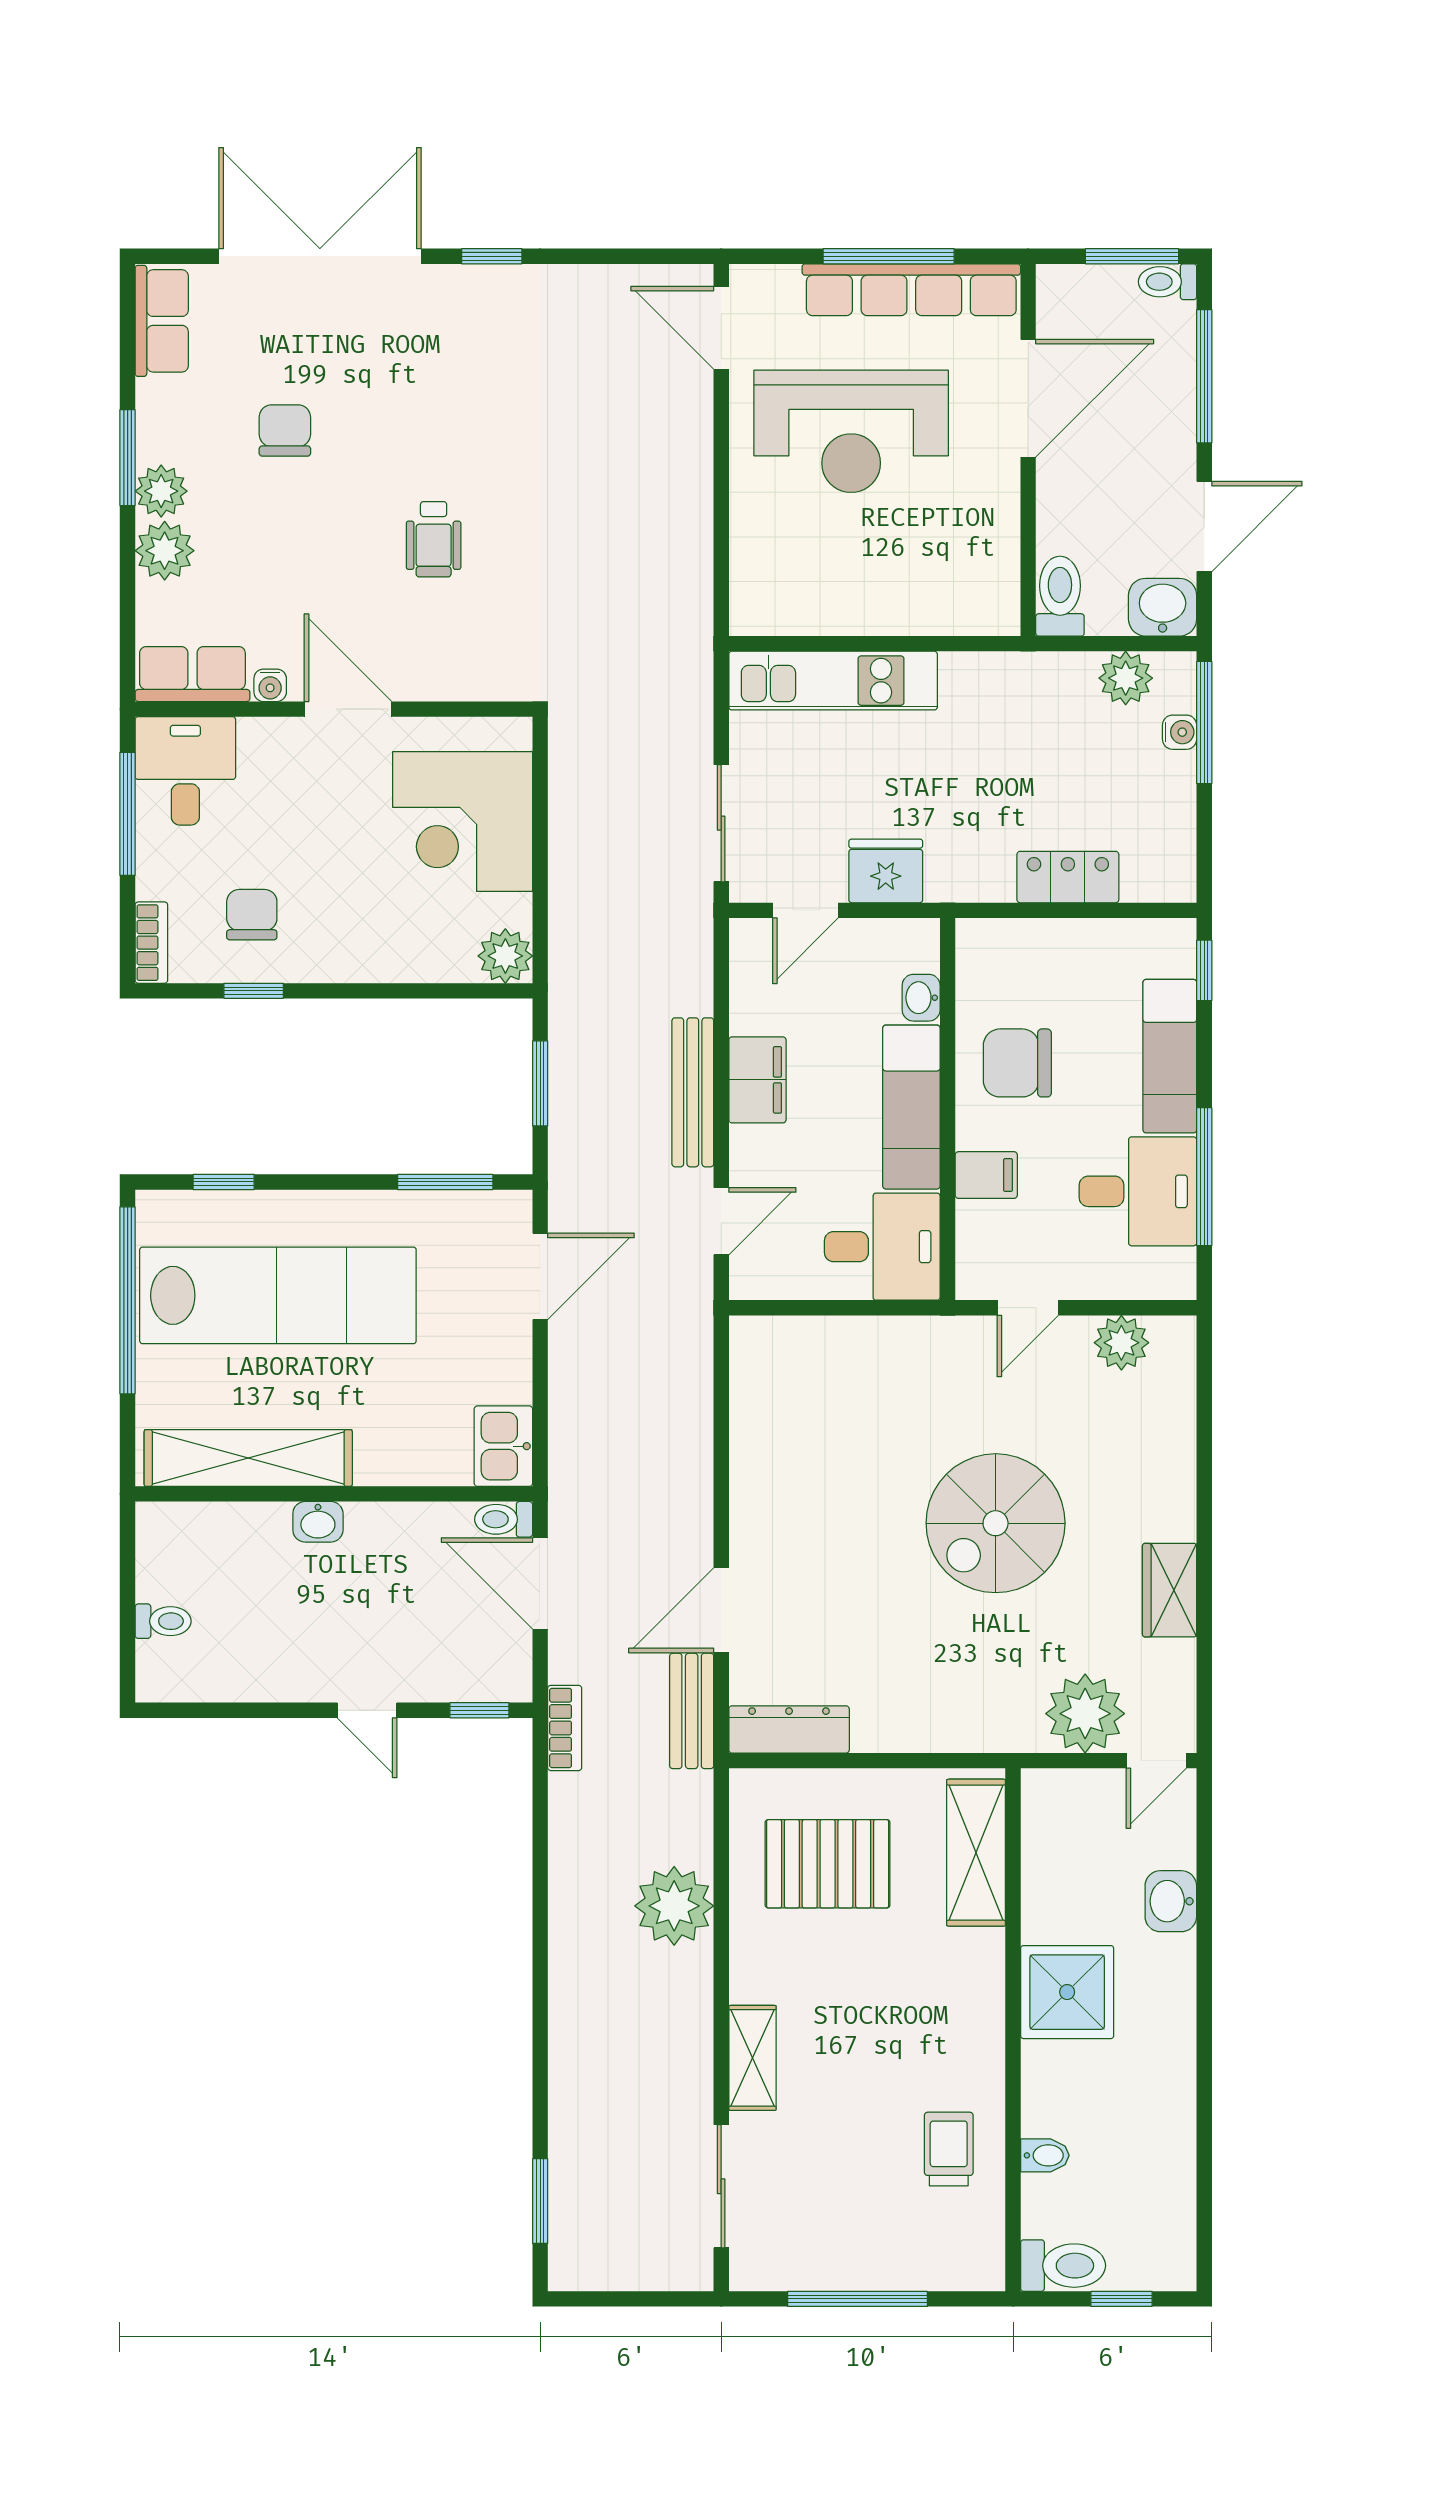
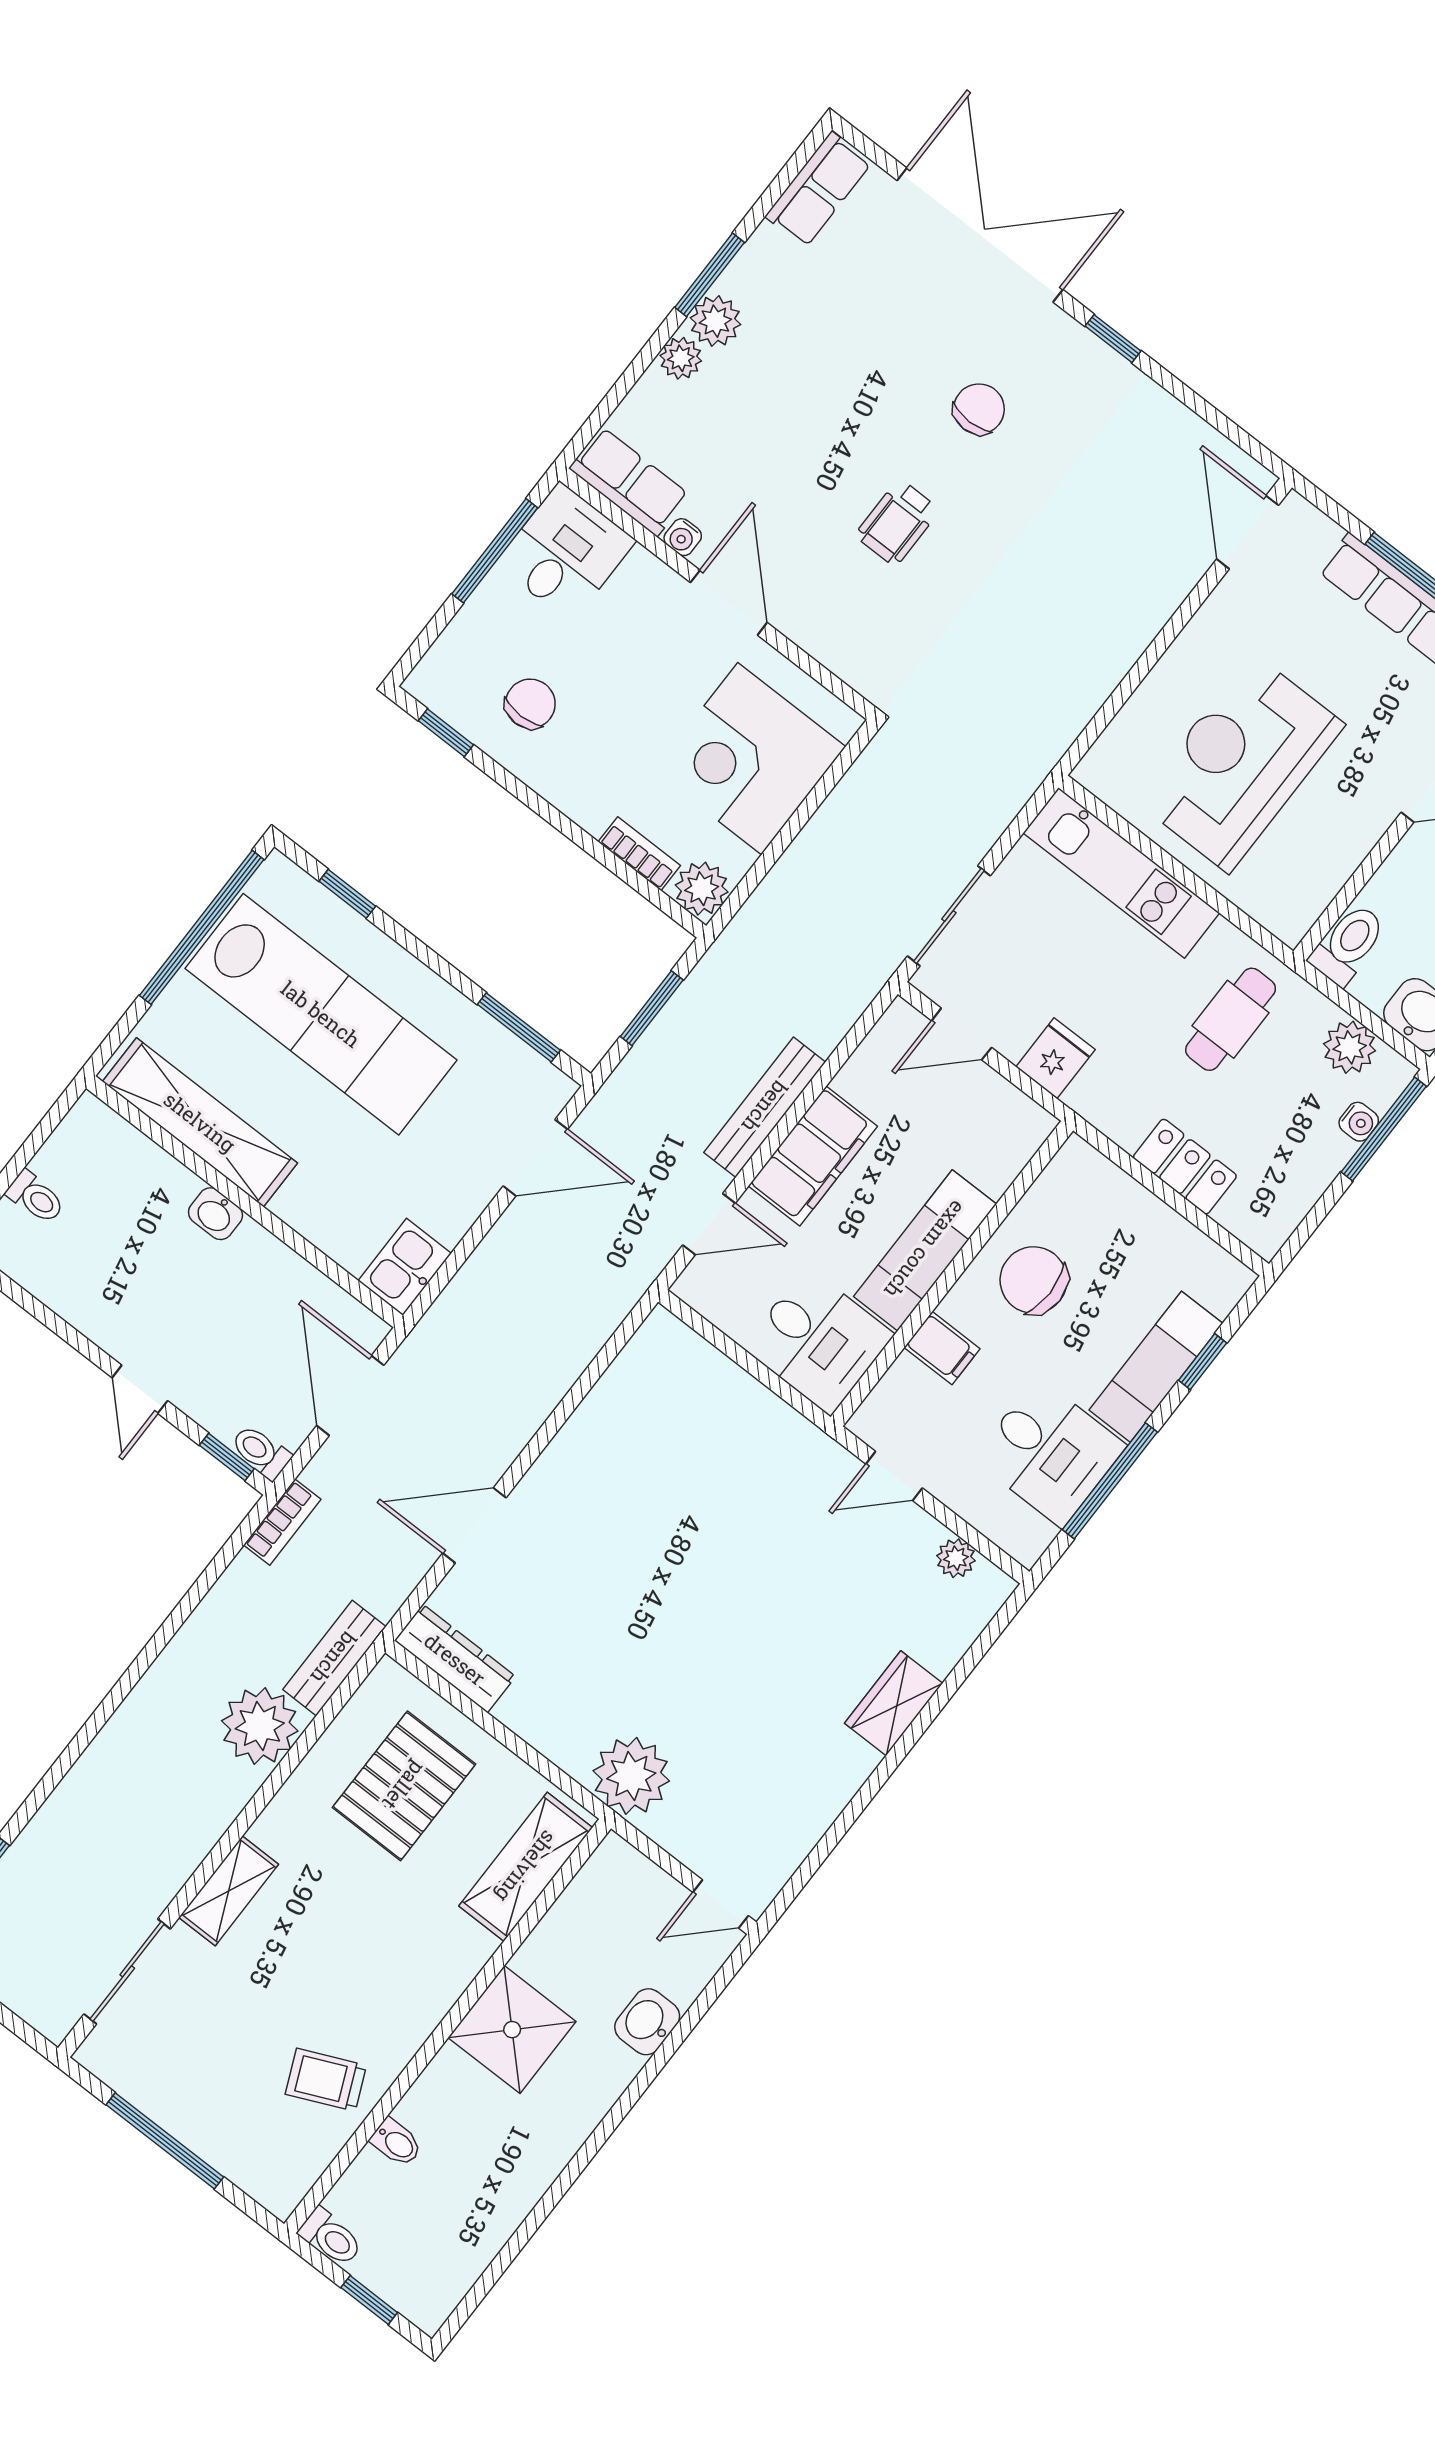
chair: (285, 430) -> (979, 409), moved
reception desk: (851, 431) -> (1240, 763), moved, turned 90
plant: (165, 551) -> (681, 358), width x0.73, depth x0.73
cafe table: (1012, 730) -> (1231, 1019), added
fridge: (886, 871) -> (1055, 1058), width x0.72
bookcase: (151, 943) -> (639, 854), moved, turned -90
window: (1204, 970) -> (1203, 1362), moved
window: (254, 991) -> (446, 733), moved
washbasin: (921, 998) -> (999, 1172), removed
filing cabinet: (757, 1080) -> (813, 1156), width x1.50, depth x1.17
plant: (1121, 1343) -> (956, 1558), width x0.73, depth x0.73
toilet: (504, 1519) -> (261, 1452), moved
spiral stairs: (996, 1523) -> (739, 1623), removed
wardrobe: (1170, 1590) -> (894, 1703), moved
bench: (692, 1711) -> (334, 1658), moved
plant: (1085, 1714) -> (631, 1776), moved
pallet: (828, 1864) -> (404, 1786), turned 90
trolley: (949, 2149) -> (326, 2080), turned -114
toilet: (1063, 2266) -> (331, 2237), width x0.73, depth x0.72

